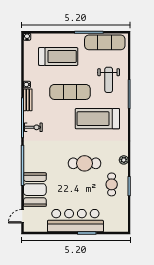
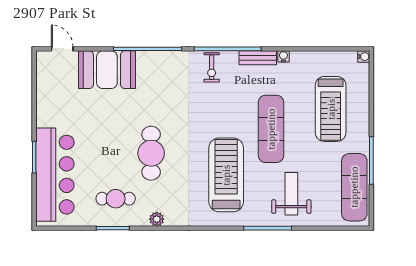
weight bench: (109, 80) -> (291, 194), turned 90
bar counter: (75, 221) -> (55, 175), moved

